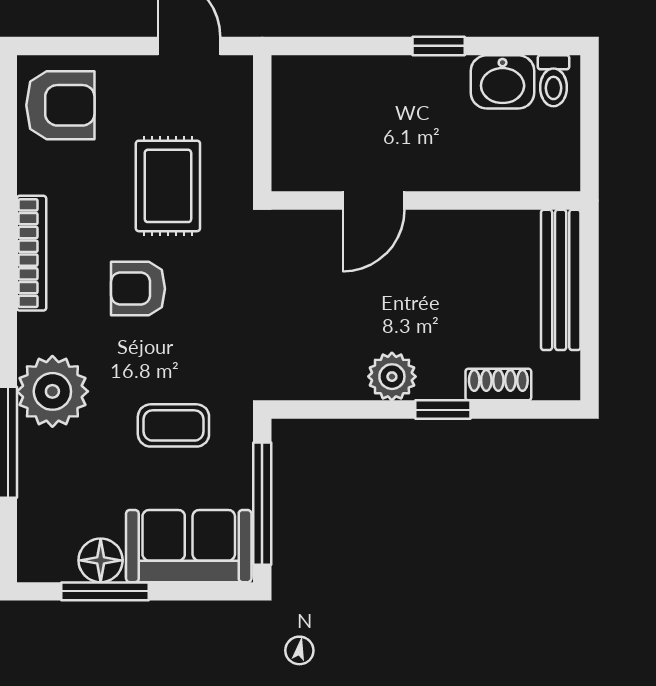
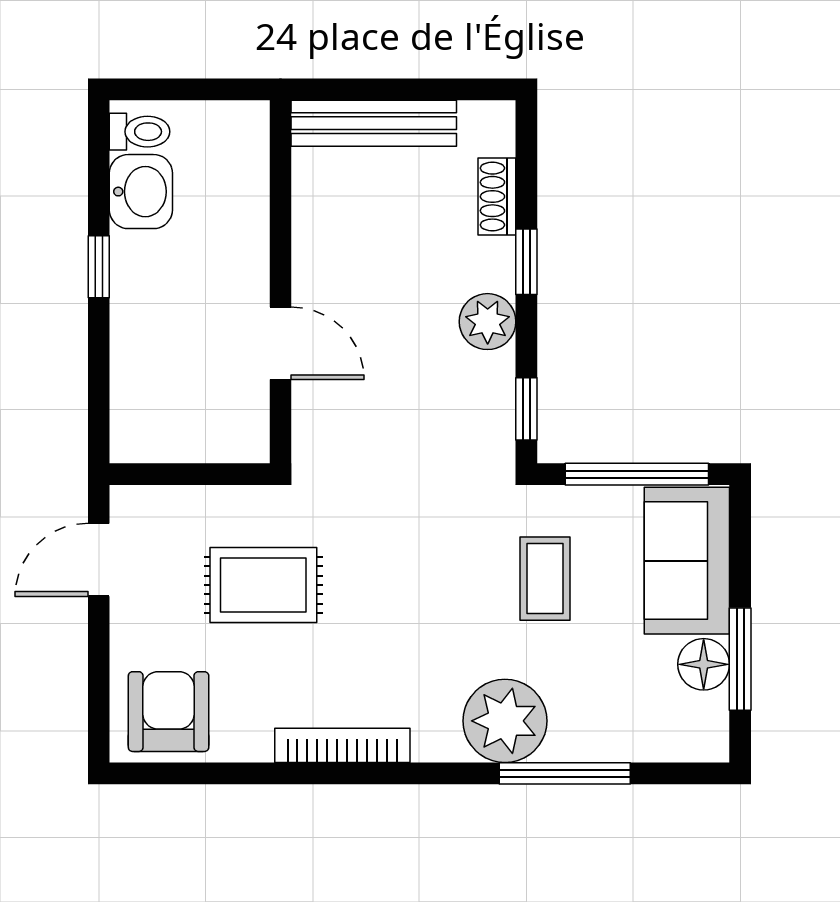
armchair: (138, 289) -> (384, 620), removed
window: (318, 410) -> (526, 409), added

